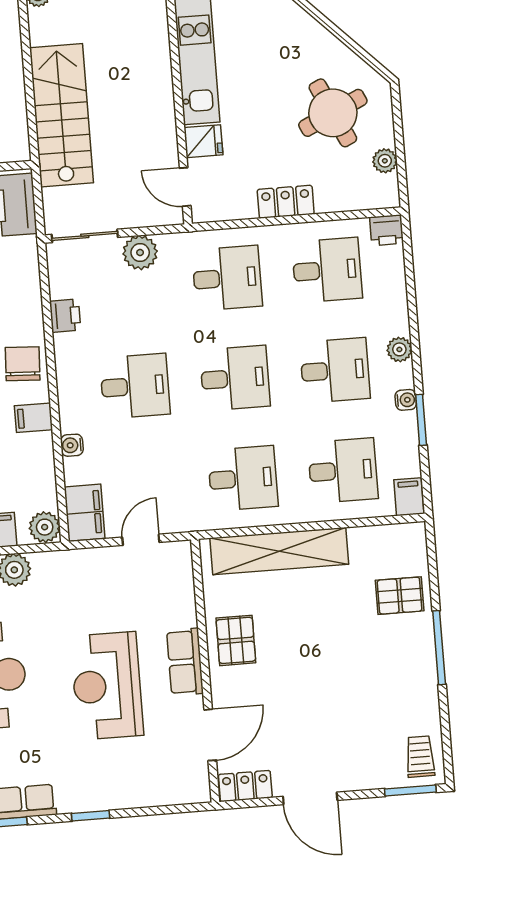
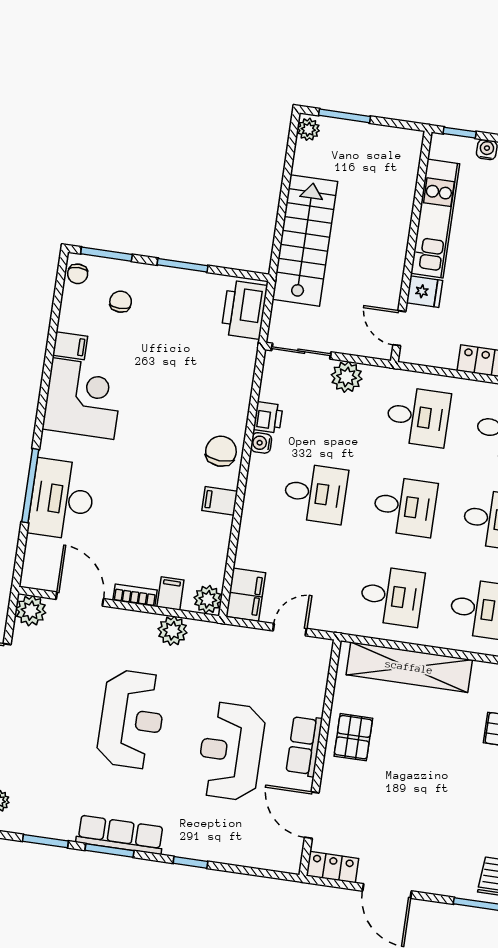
water cooler: (72, 445) -> (261, 443), moved
door: (210, 735) -> (312, 815), swing flipped

